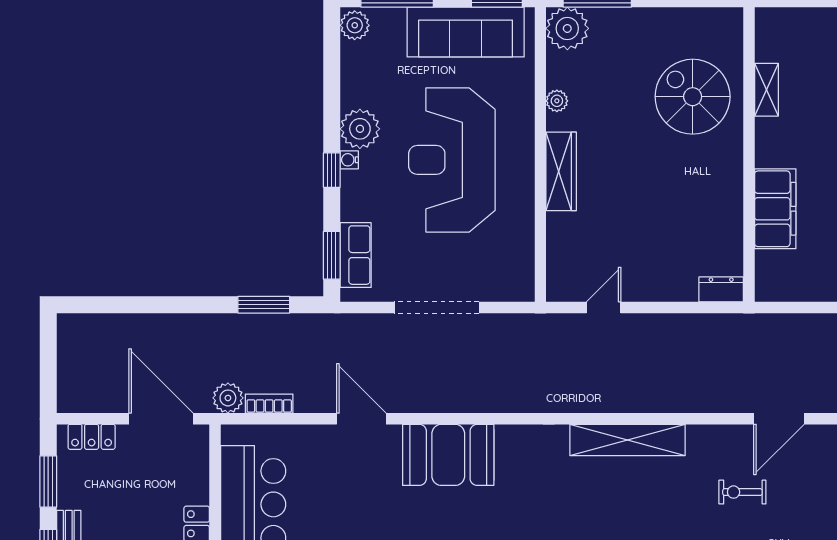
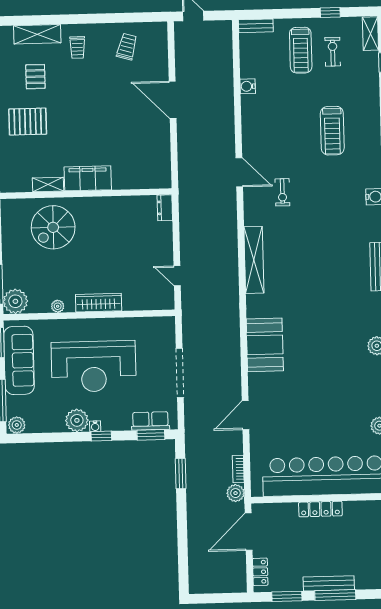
filing cabinet: (775, 209) -> (88, 178), moved
booth: (448, 455) -> (265, 345), moved

